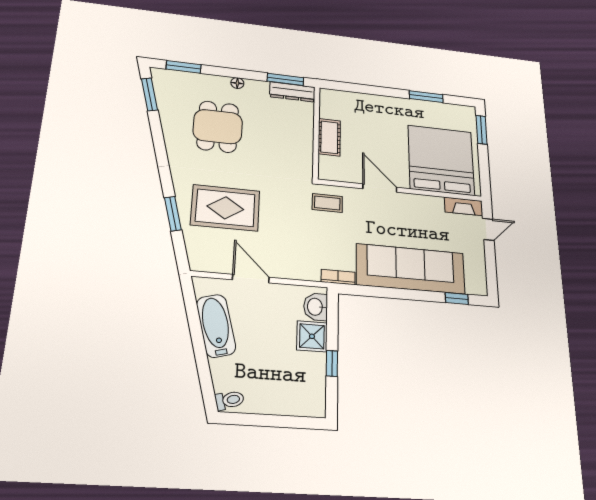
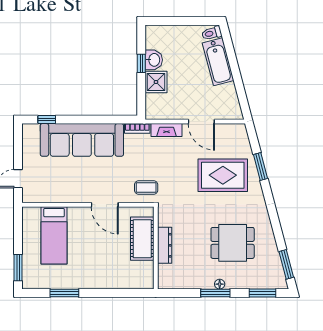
window: (285, 79) -> (215, 293), moved
dresser: (292, 92) -> (165, 245), moved, turned 90
dining table: (218, 127) -> (233, 243), turned 90
cot: (329, 137) -> (142, 239), width x1.37, depth x1.34
bed: (441, 160) -> (54, 235), width x0.49
fireplace: (464, 206) -> (167, 130), moved, turned 180
washbasin: (316, 307) -> (154, 60), moved
bathtub: (216, 326) -> (218, 62), moved

